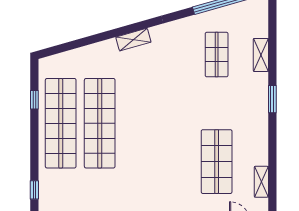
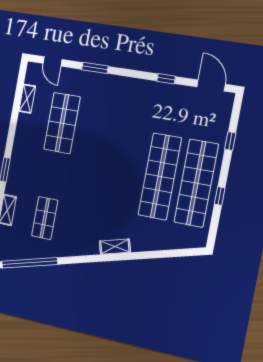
window: (34, 100) -> (220, 196), moved
window: (34, 190) -> (230, 141), moved

